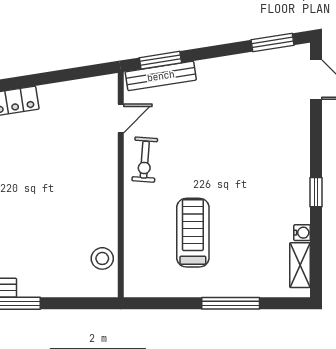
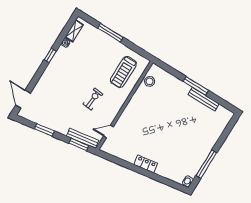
window: (273, 42) -> (44, 130), moved
exercise bike: (145, 160) -> (93, 99), moved
treadmill: (193, 233) -> (123, 72), moved

